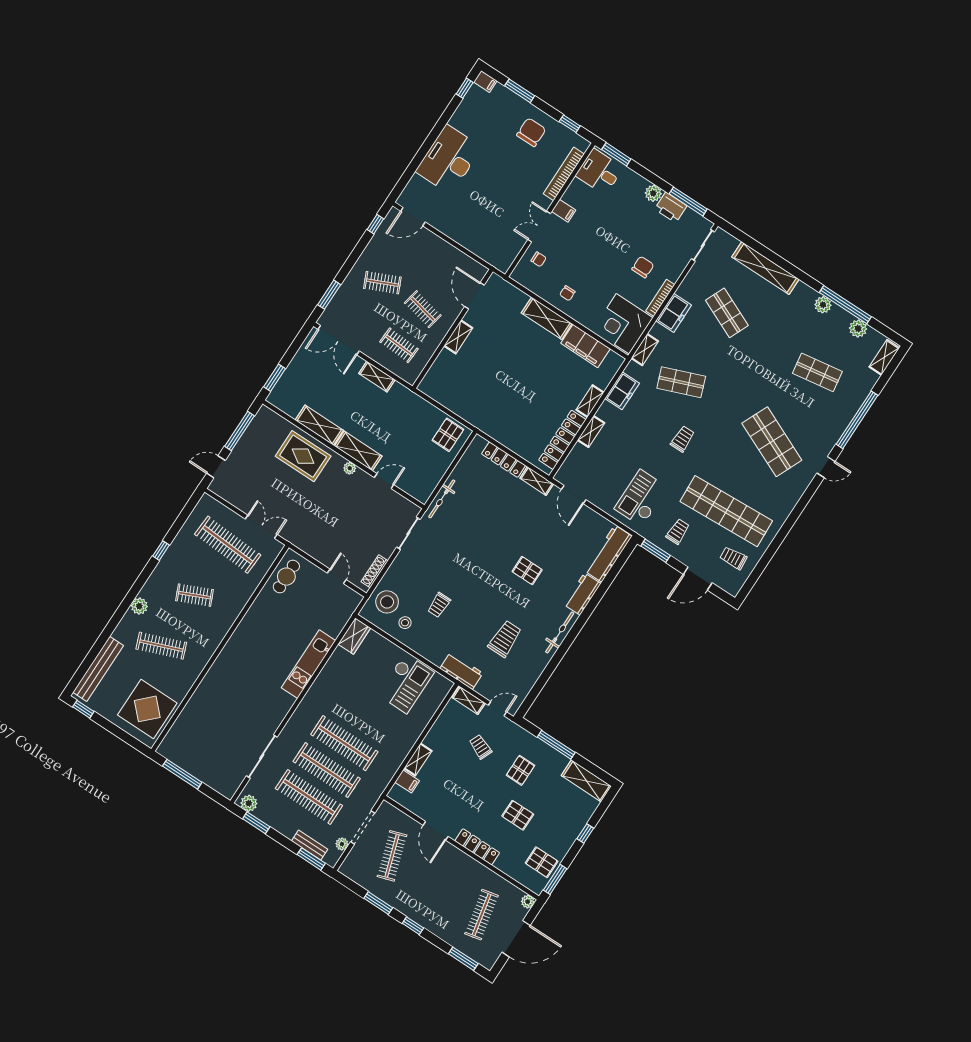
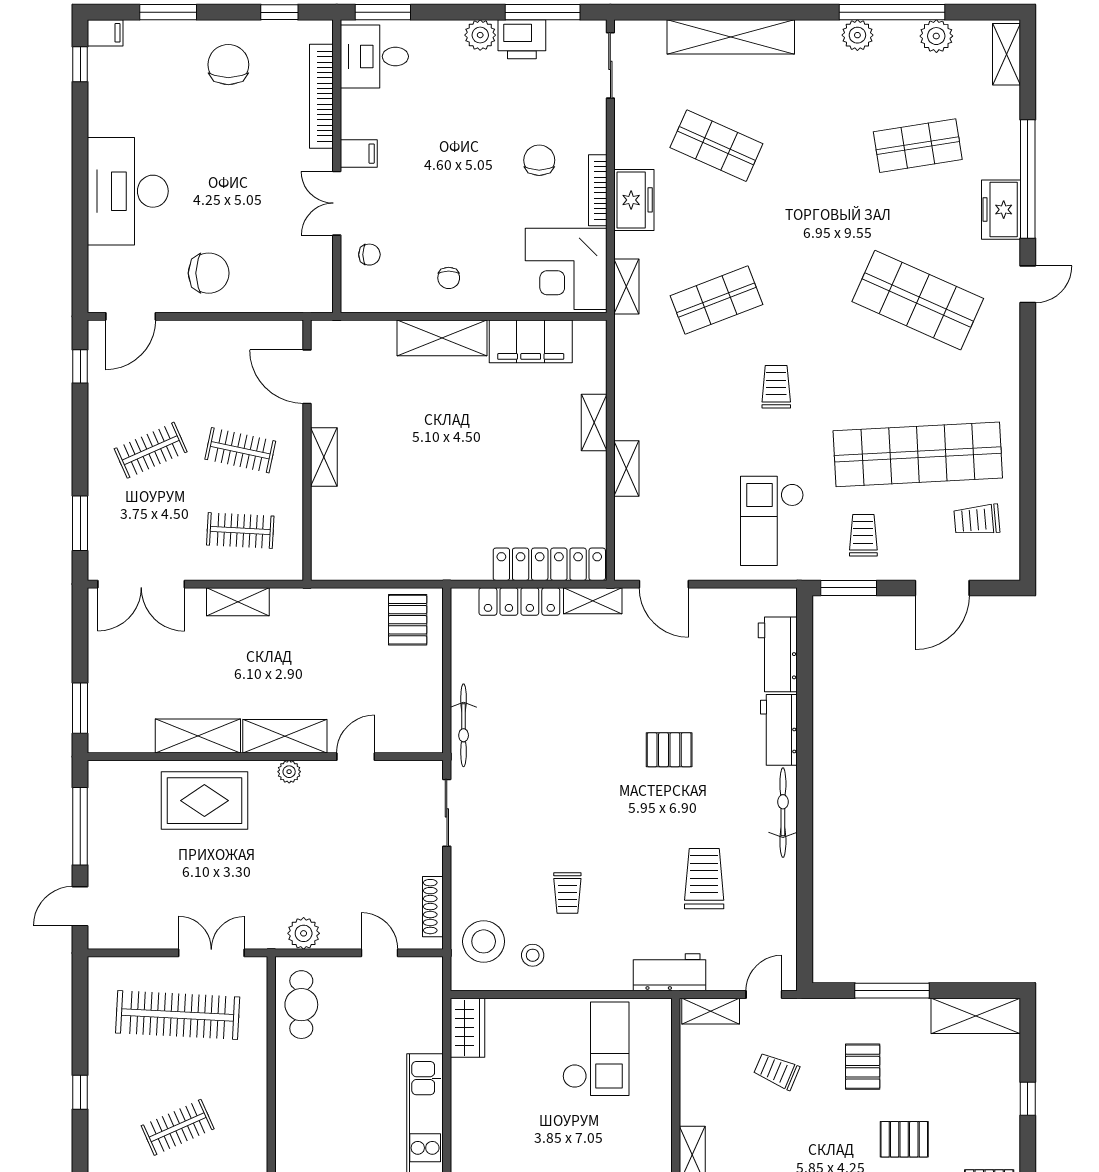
chair: (461, 220) -> (209, 273), added
freezer: (622, 391) -> (1001, 210), moved, turned 180
locker: (562, 440) -> (549, 564), moved, turned 90
plant: (308, 545) -> (304, 933), added
workbench: (608, 553) -> (778, 654), width x0.73

